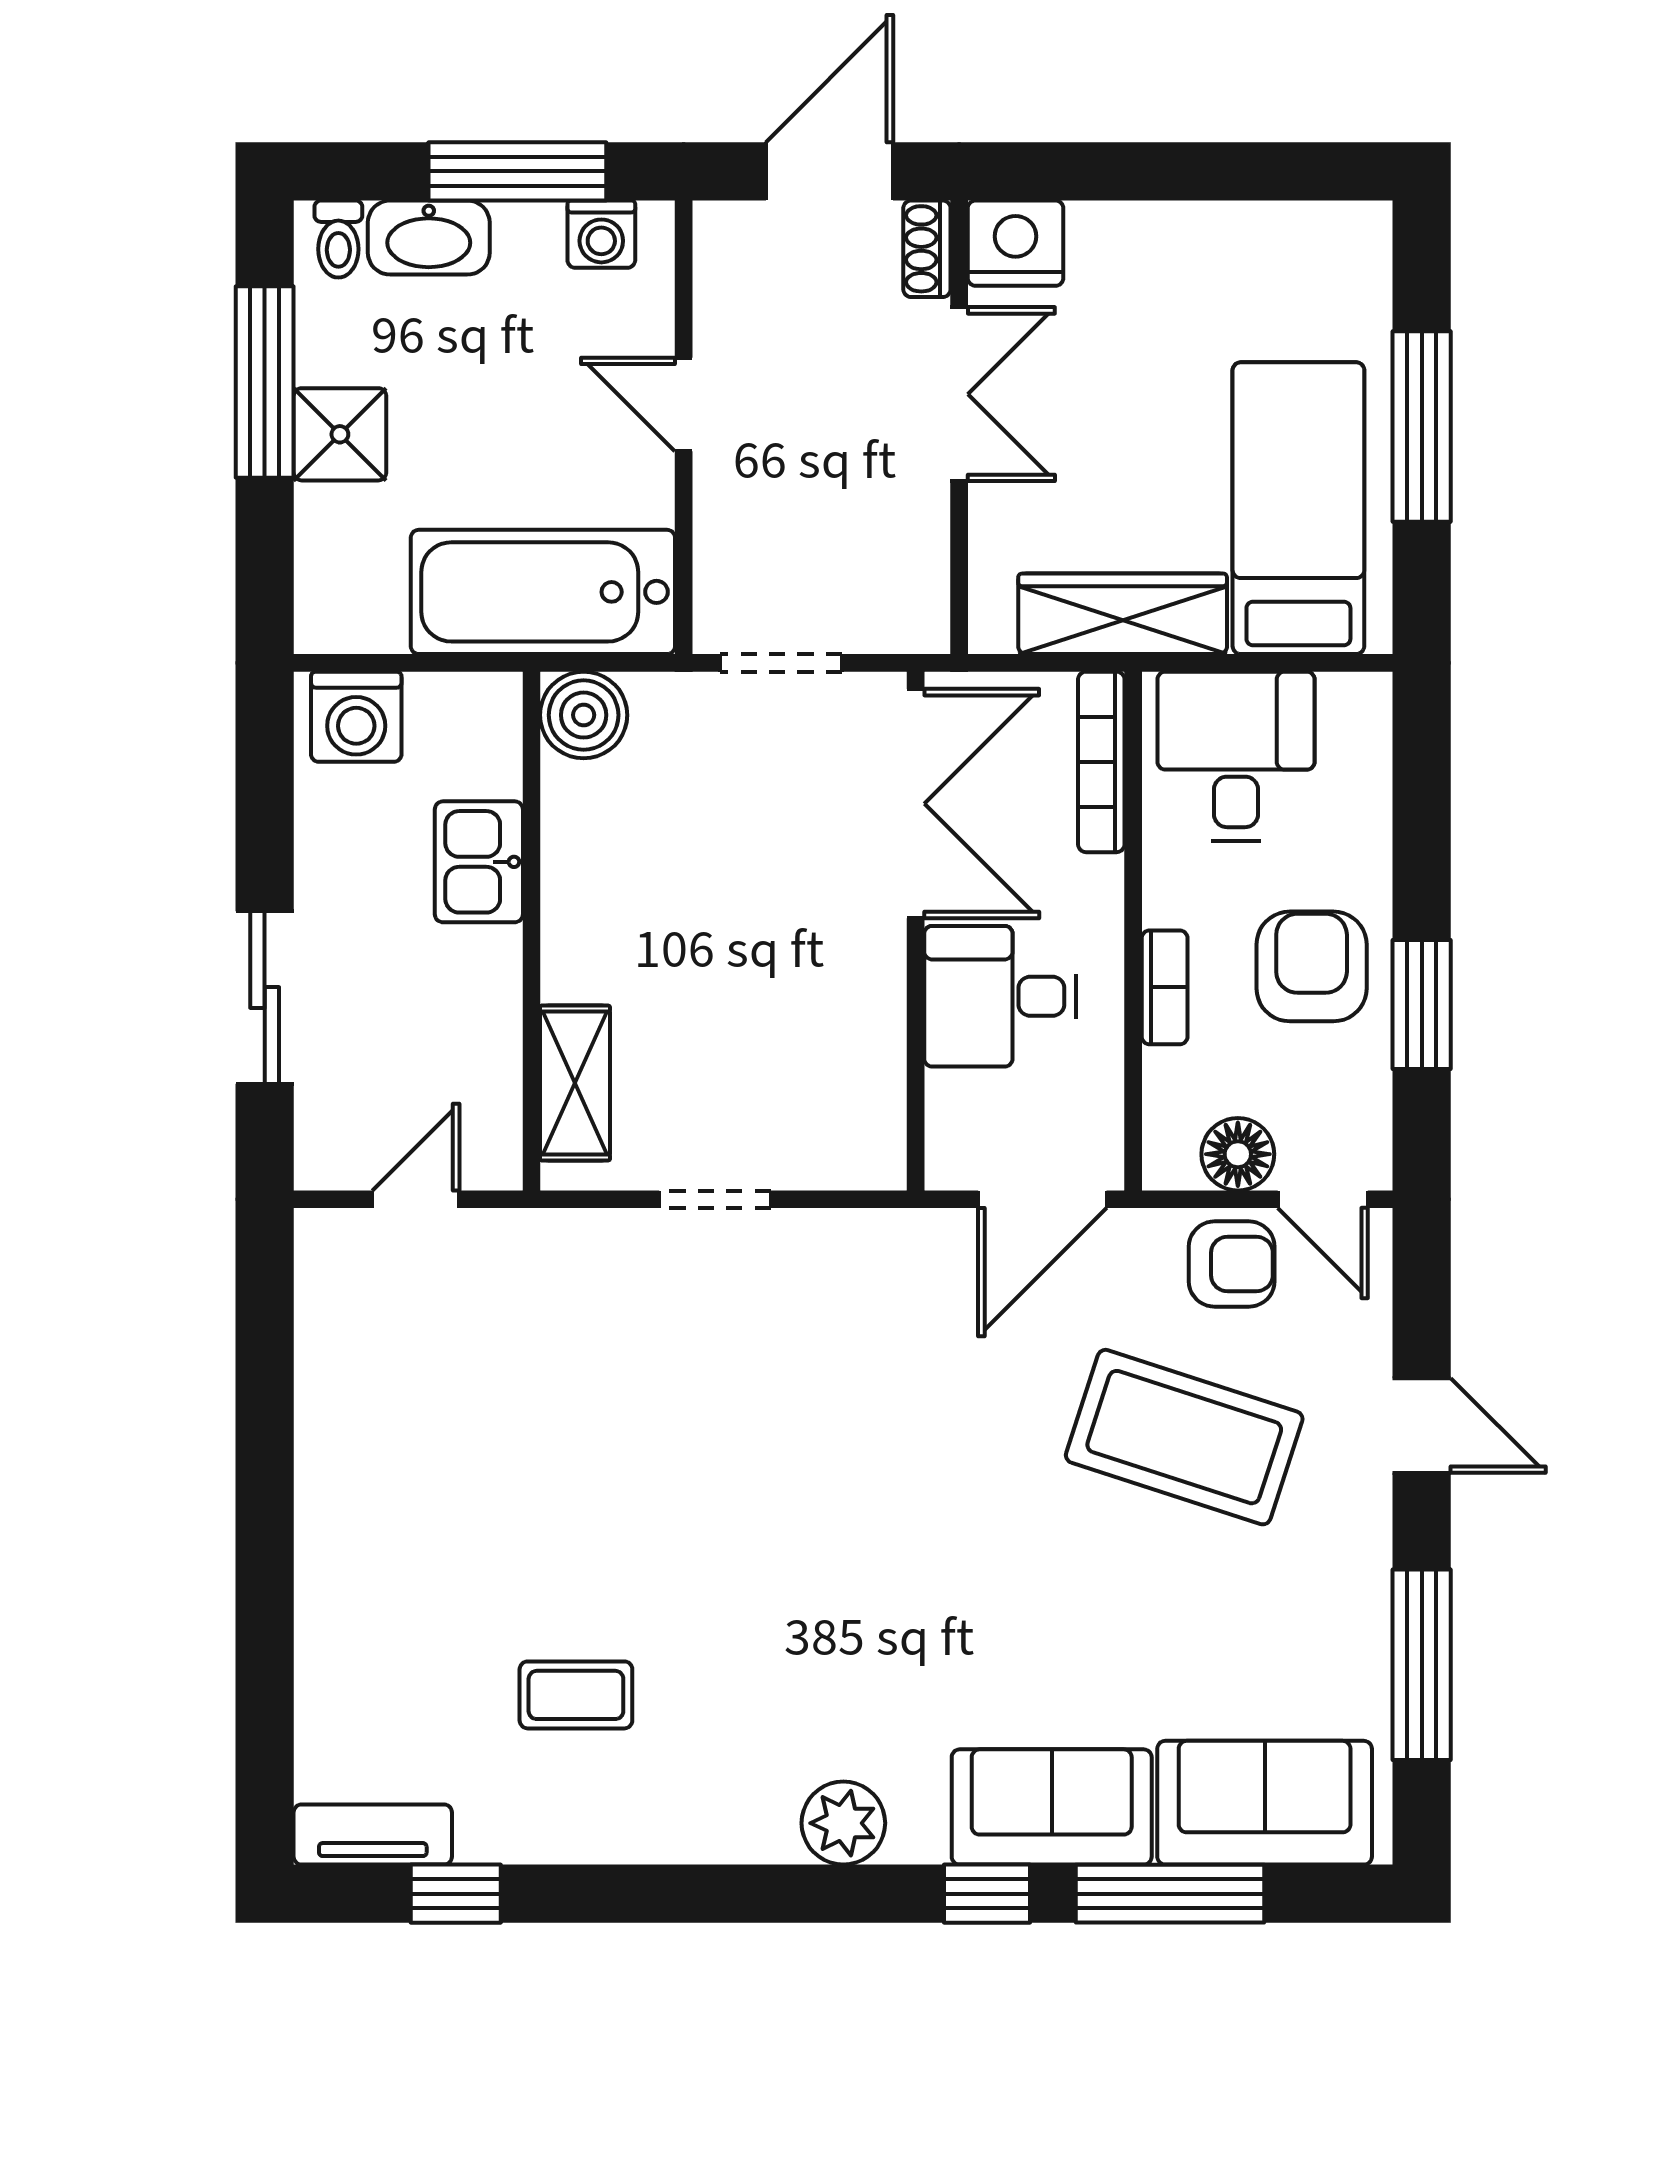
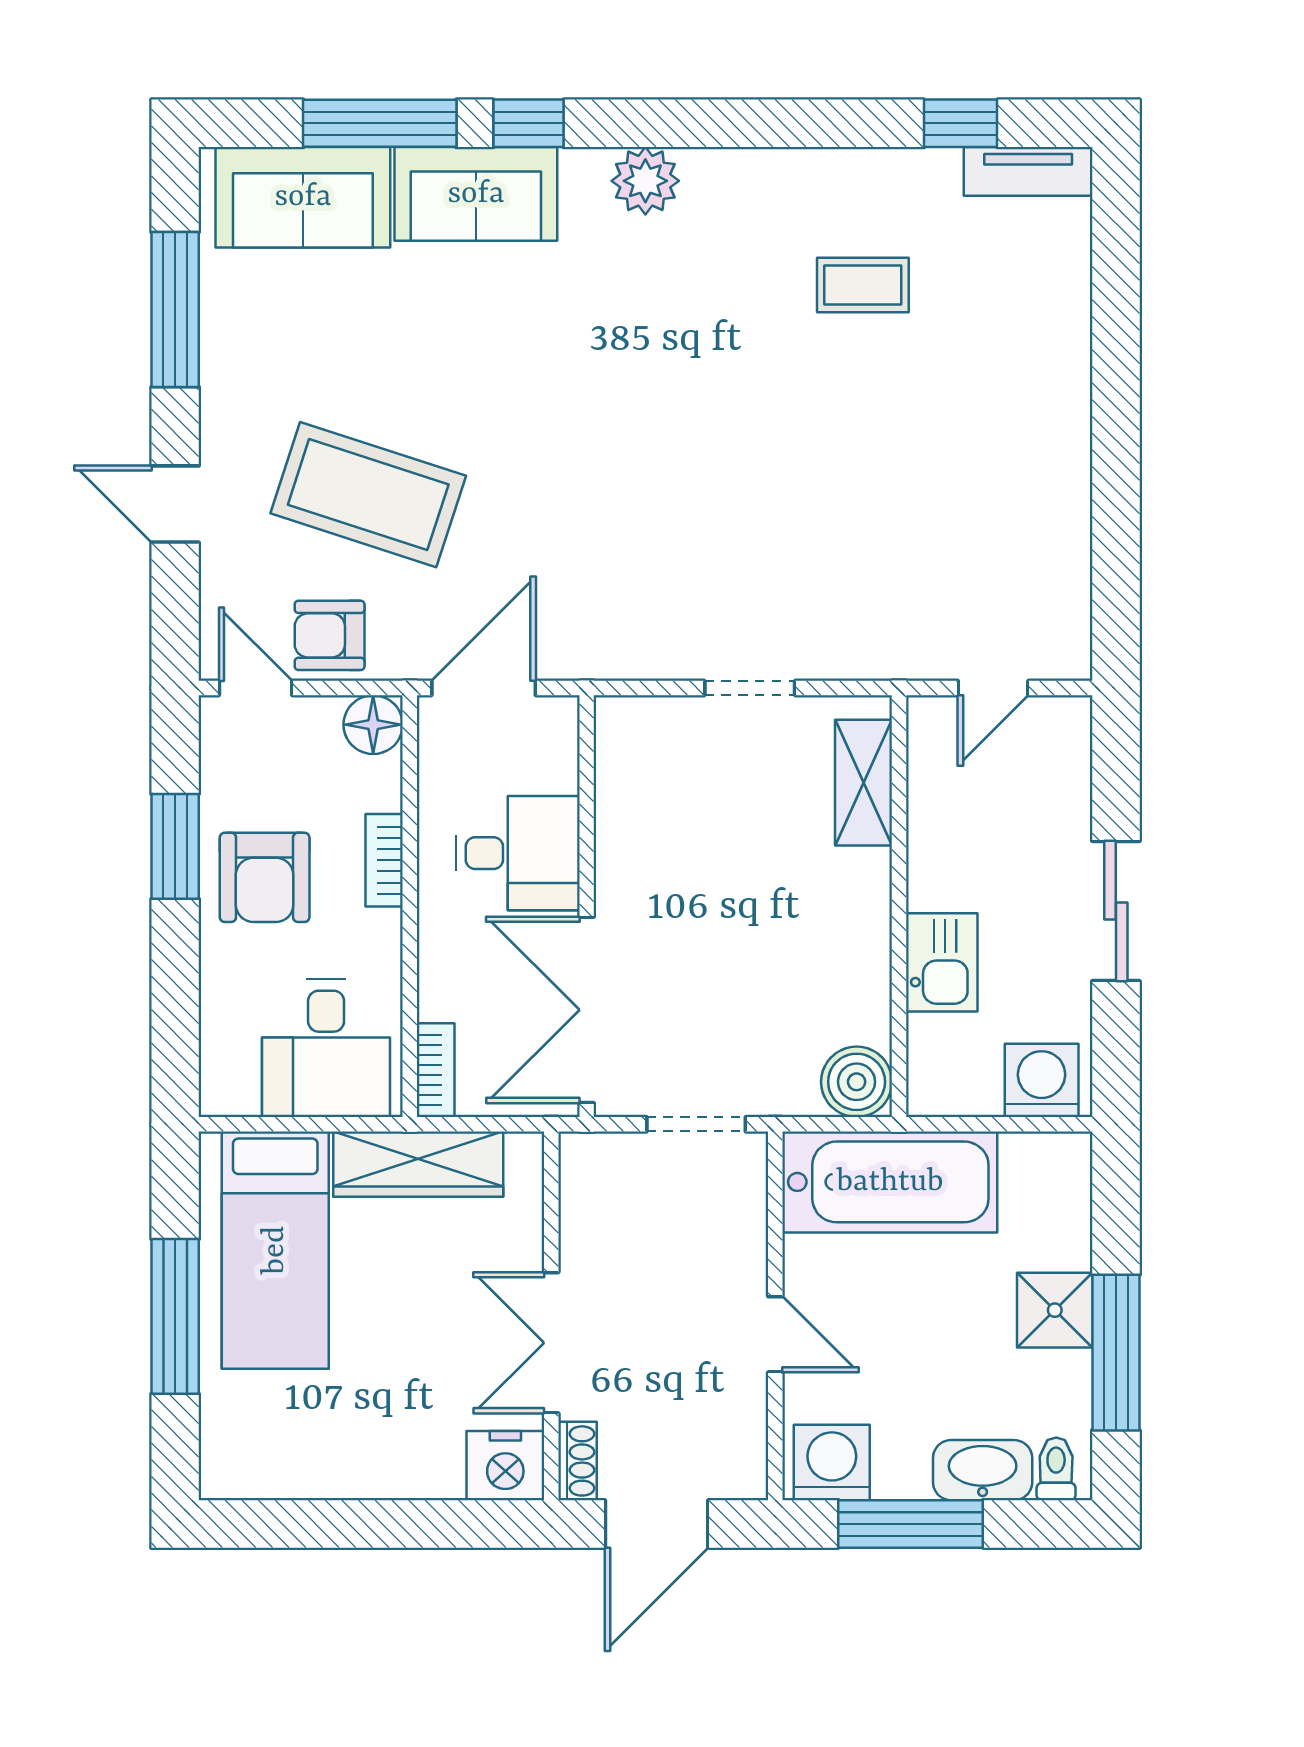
washing machine: (601, 234) -> (832, 1463), width x1.38, depth x1.38
bookcase: (1101, 762) -> (436, 1070), width x0.64
sliding door: (265, 997) -> (1116, 911), moved
floor lamp: (1238, 1154) -> (373, 725), moved

